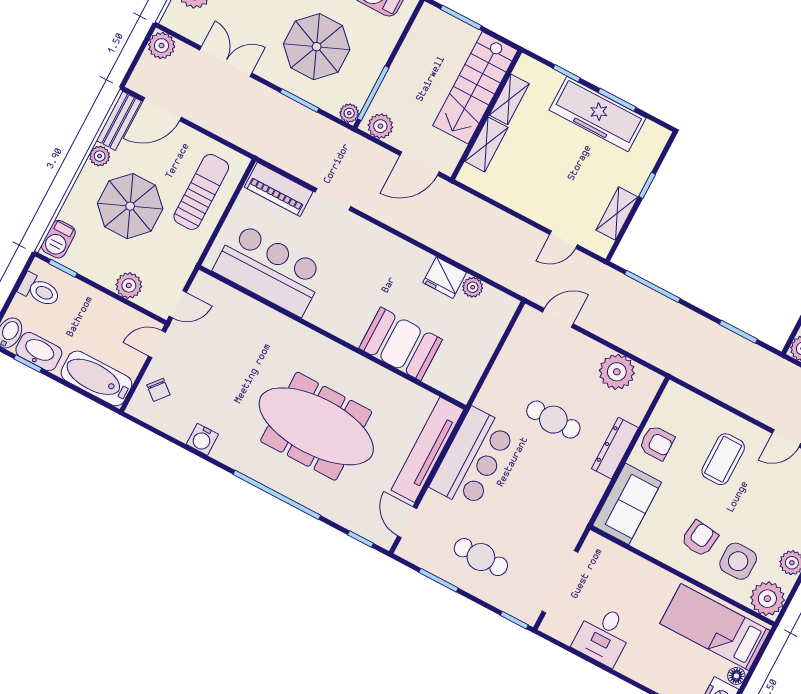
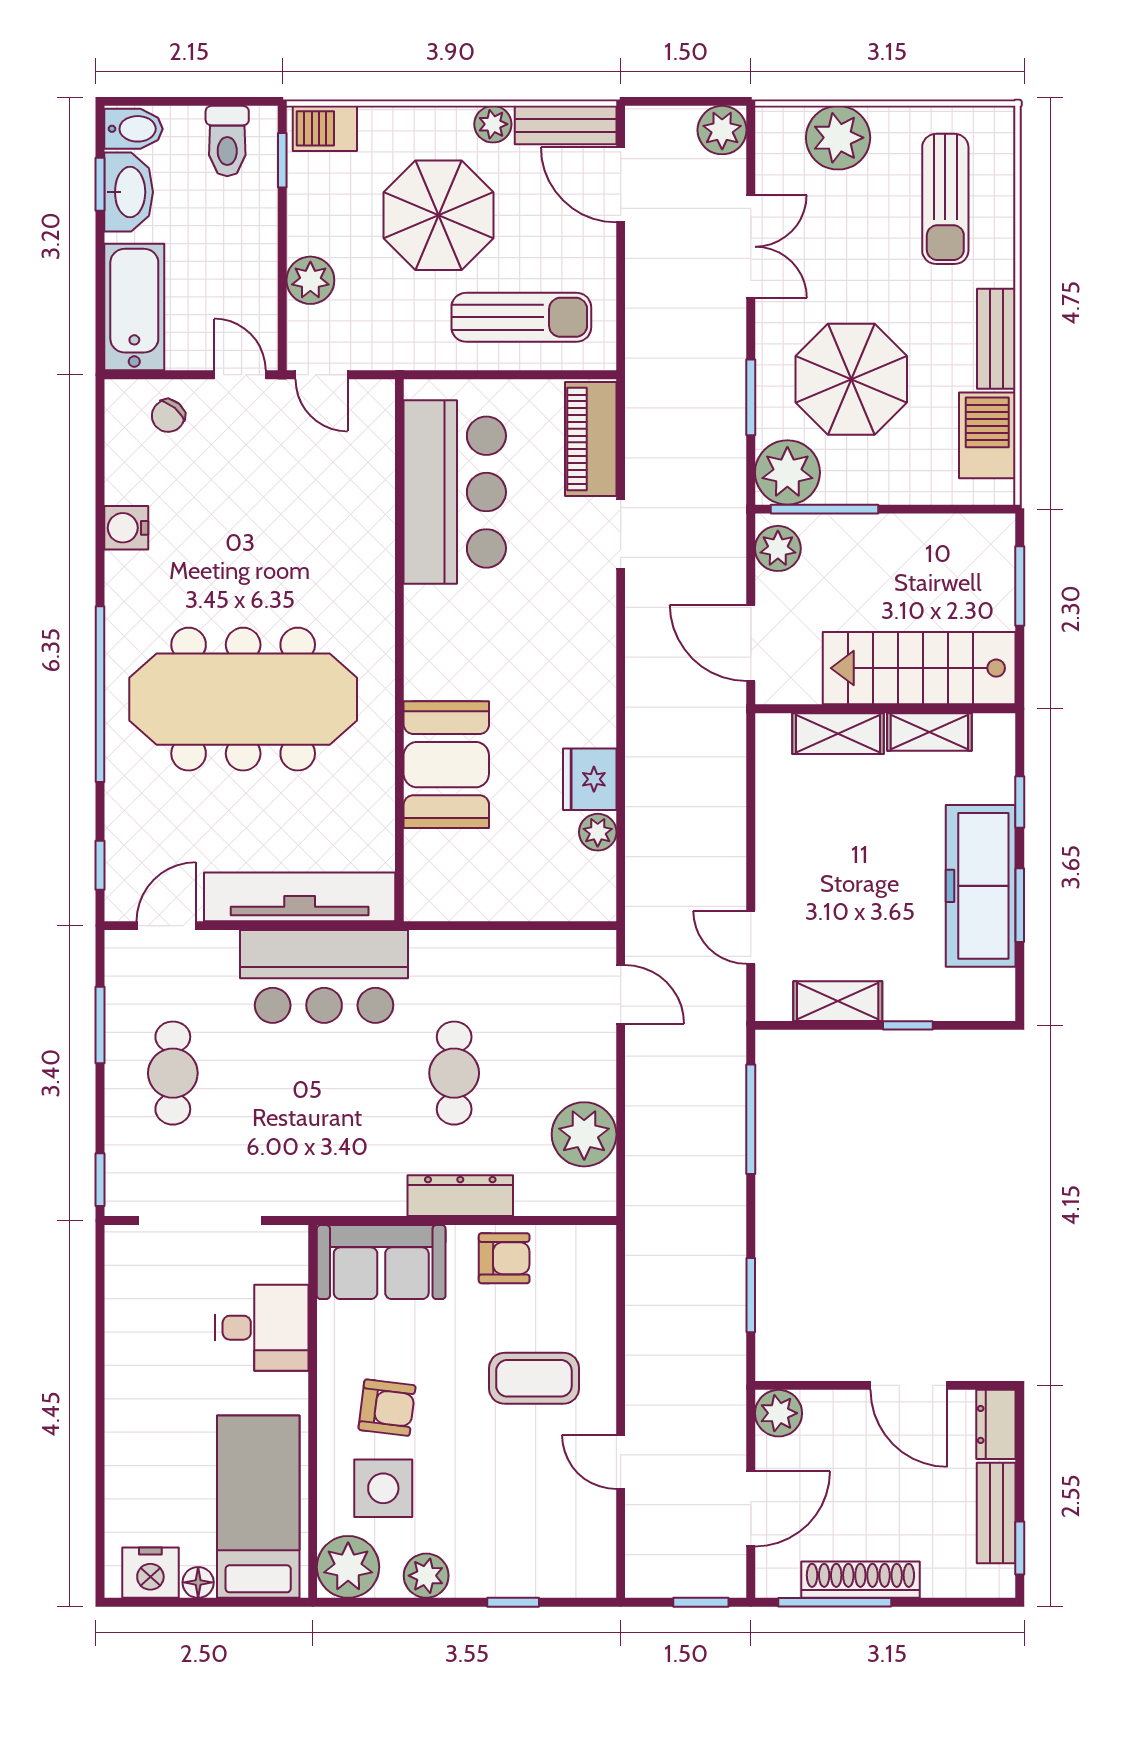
plant: (349, 113) -> (787, 472), width x1.87, depth x1.87
meeting table: (316, 426) -> (243, 699), turned 90
armchair: (657, 443) -> (504, 1258), turned -90
desk: (603, 635) -> (262, 1328), moved, turned 180

